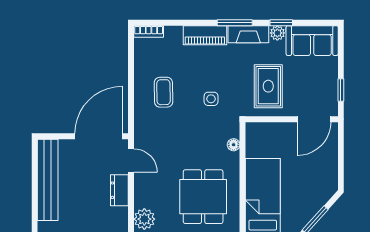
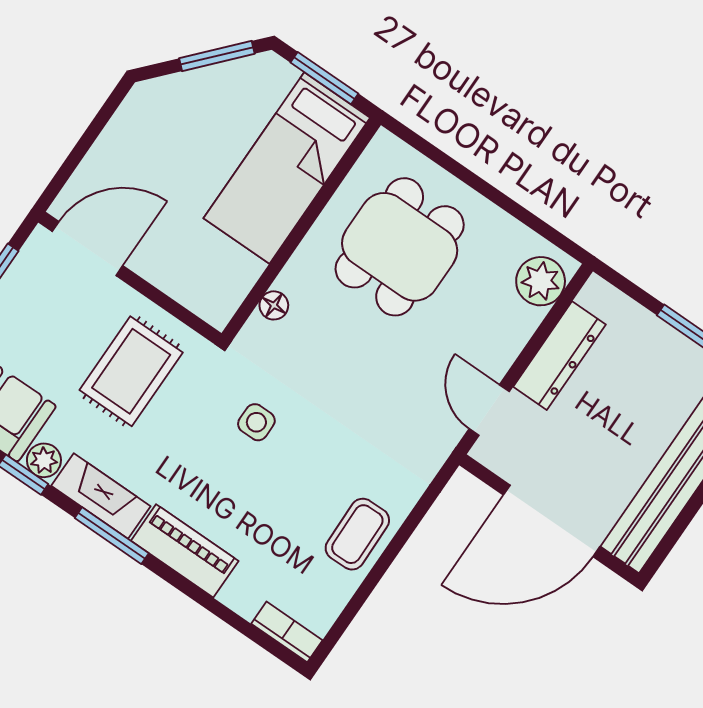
coffee table: (163, 92) -> (357, 534), moved
door: (99, 136) -> (551, 521), moved
dresser: (119, 190) -> (559, 356), width x1.44

